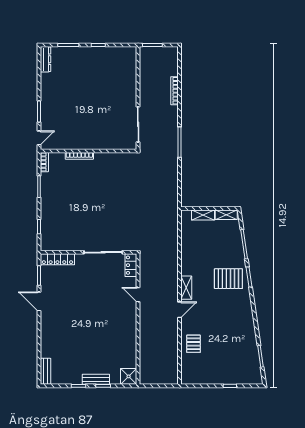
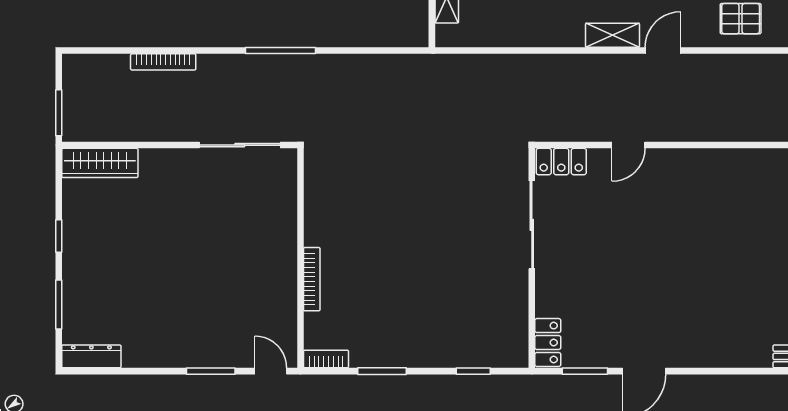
wardrobe: (130, 63) -> (100, 163), added
locker: (57, 259) -> (548, 343), width x0.66
door: (180, 310) -> (663, 50), hinge flipped

